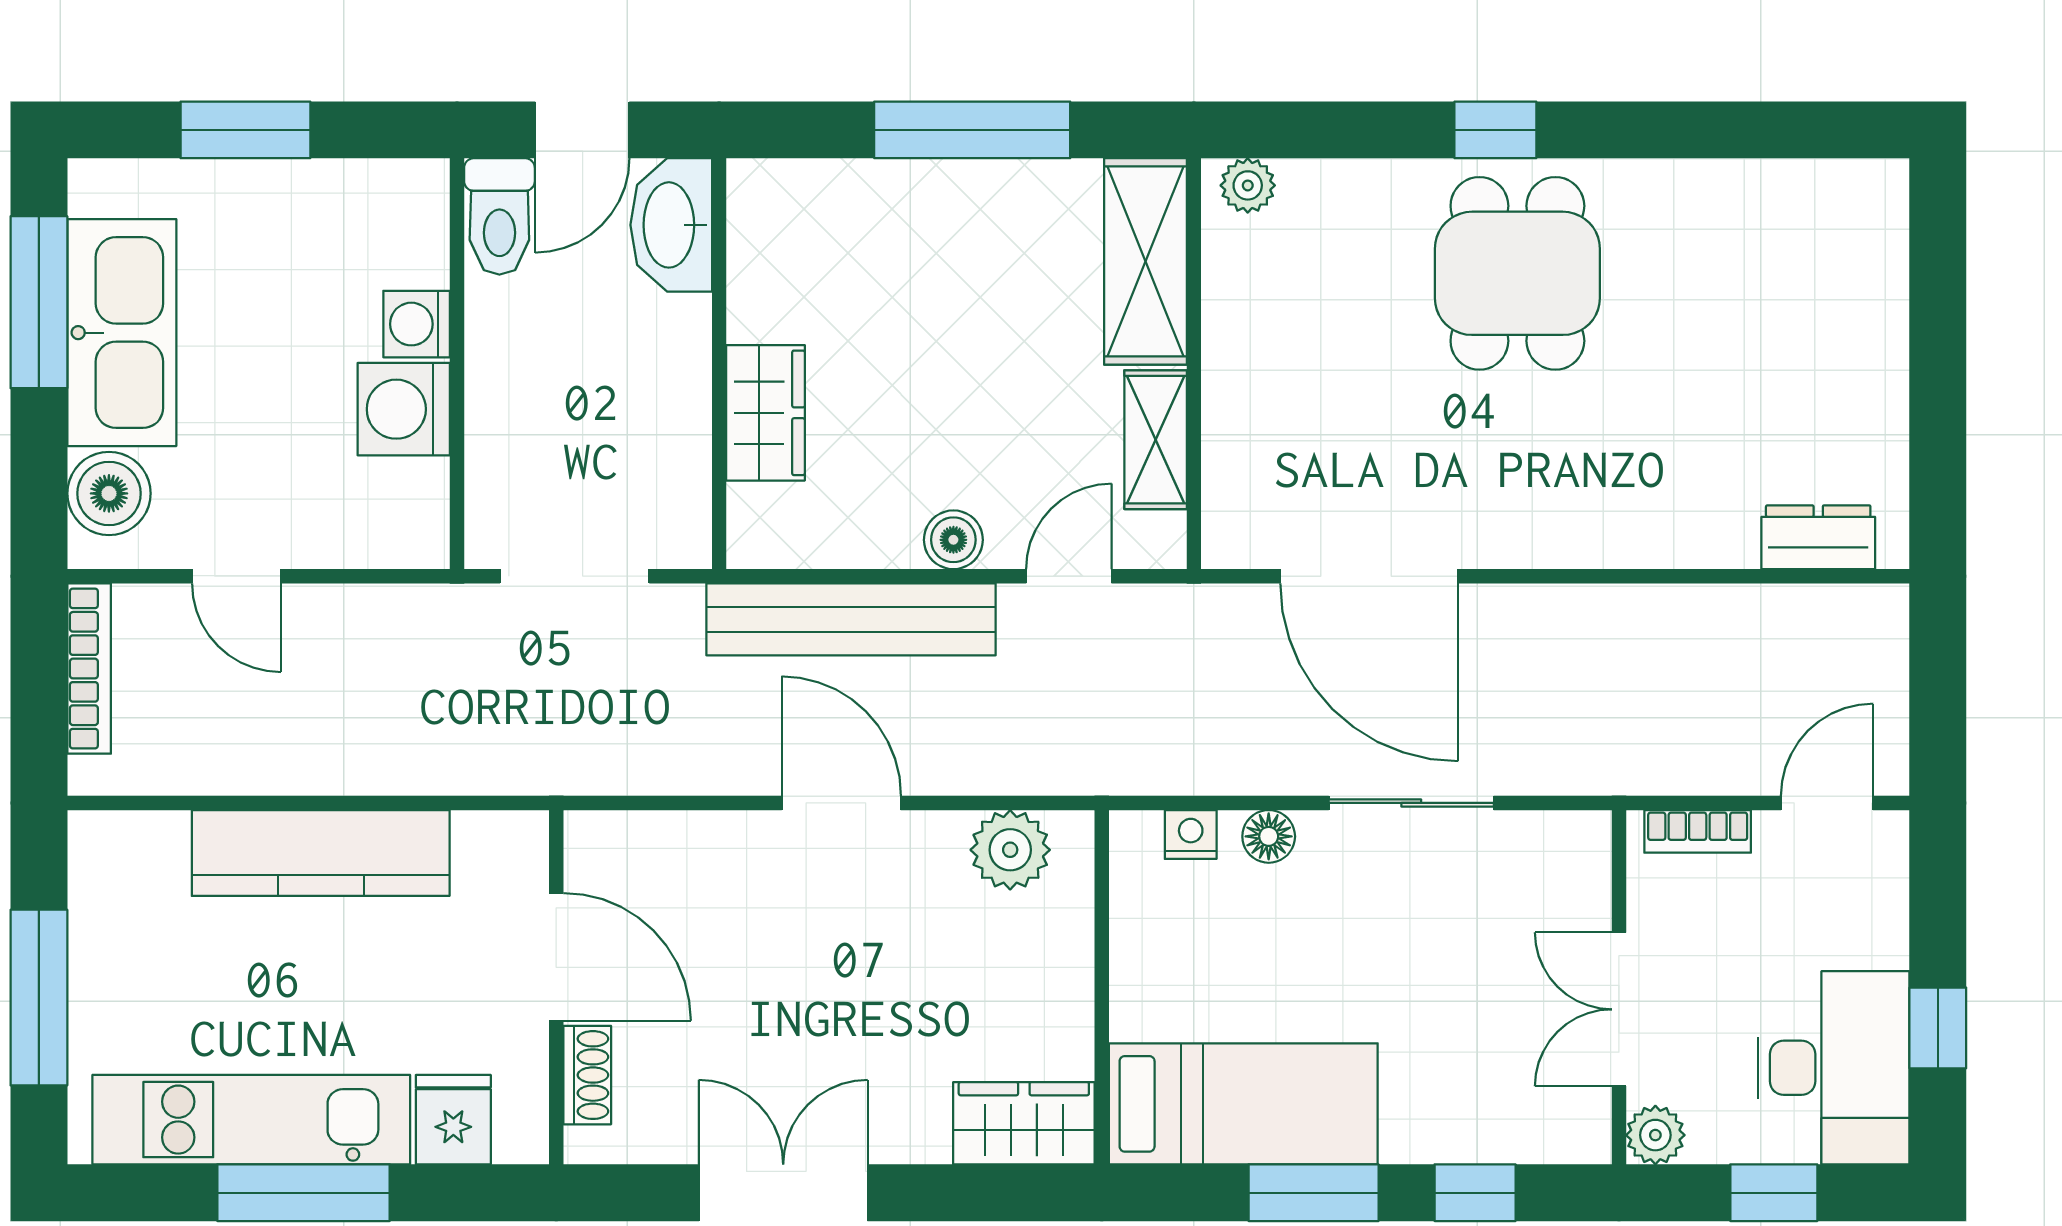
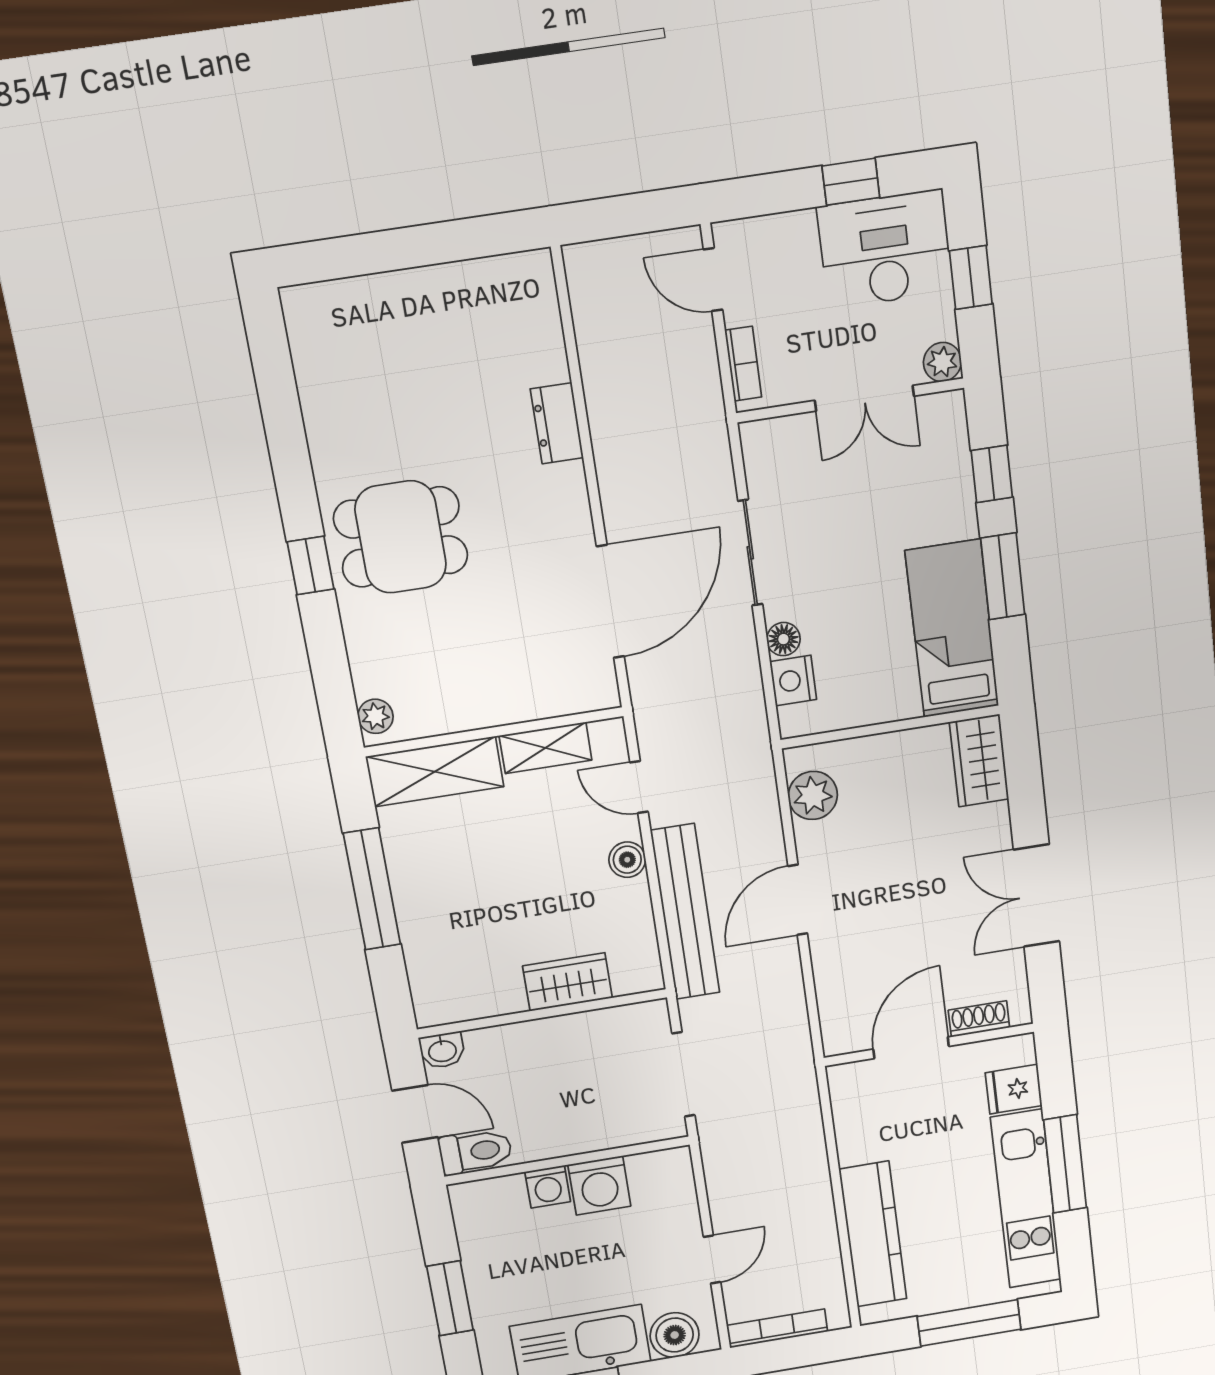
washbasin: (671, 225) -> (442, 1050), width x0.52, depth x0.69
dresser: (1818, 537) -> (557, 423), moved
nightstand: (1191, 834) -> (793, 680), width x1.39, depth x1.35
kitchen counter: (321, 853) -> (873, 1234), moved

